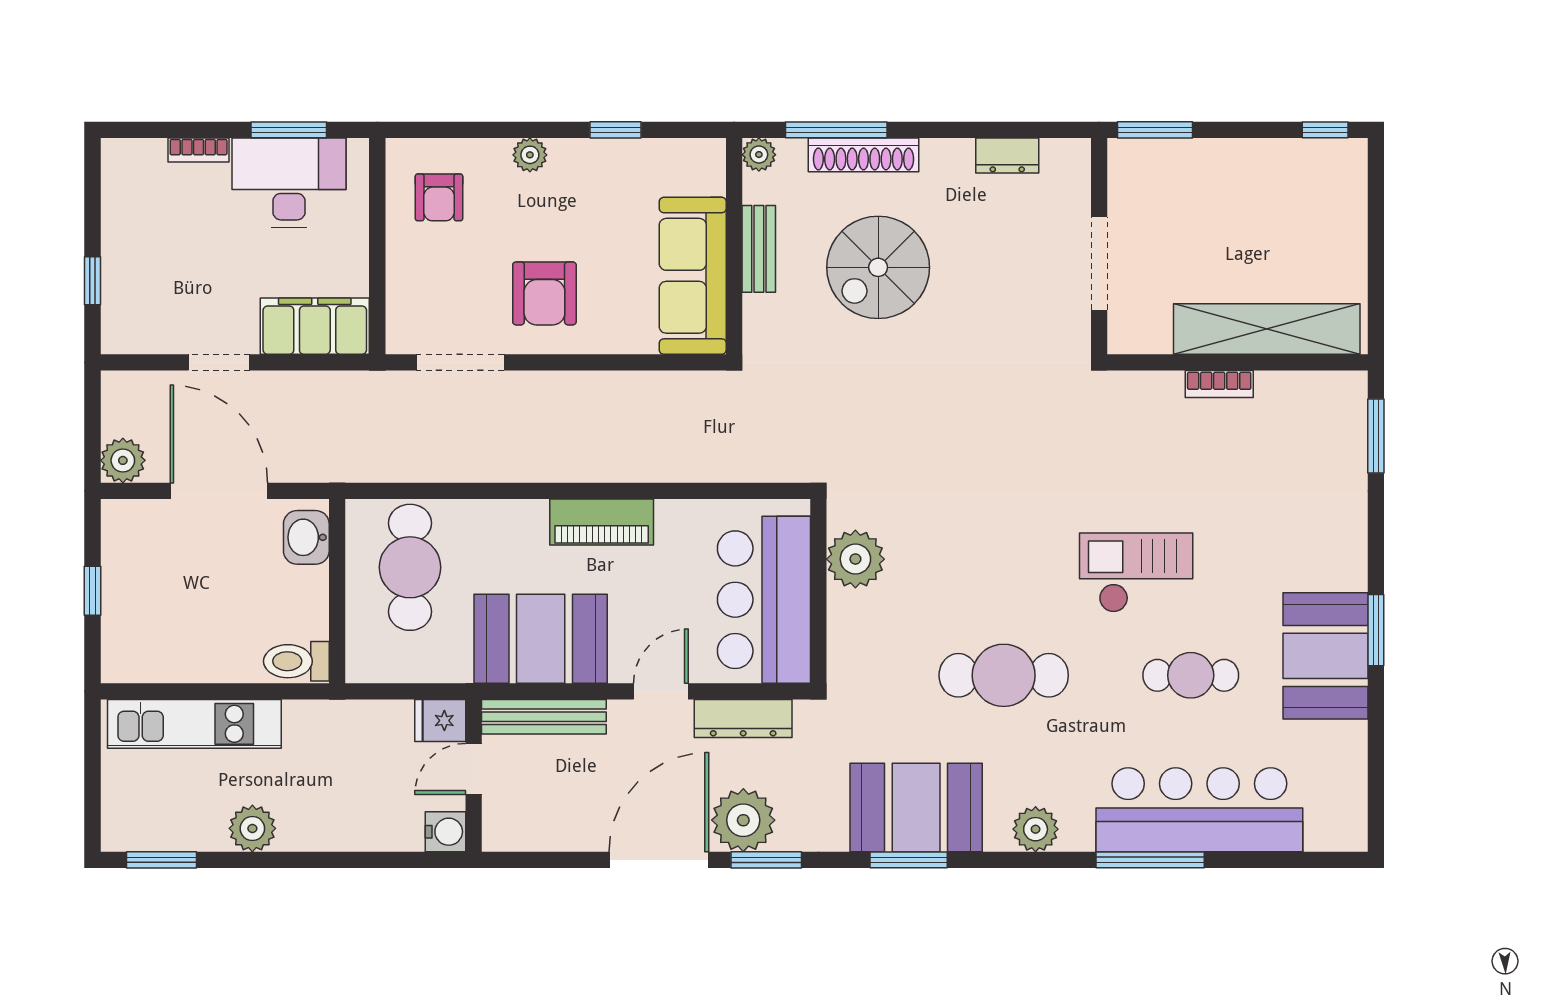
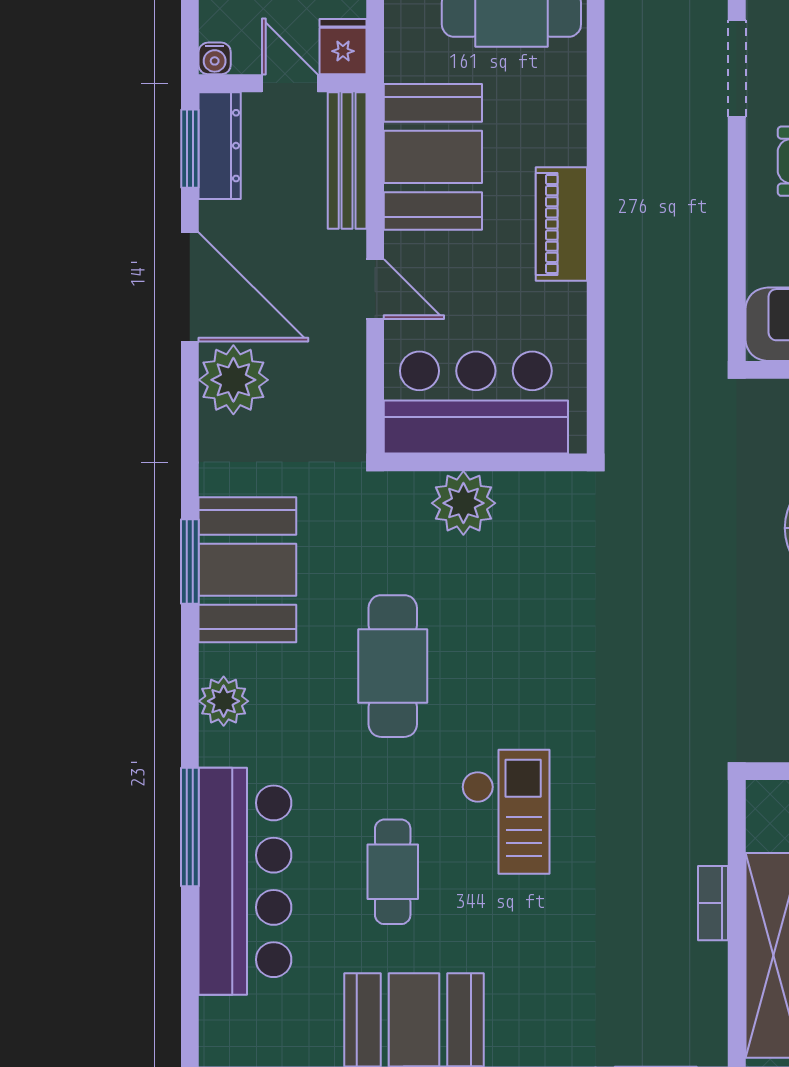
plant: (855, 559) -> (463, 503), moved
dresser: (743, 718) -> (220, 146), moved, turned 180
water cooler: (445, 832) -> (215, 58), width x0.72, depth x0.72
window: (766, 860) -> (190, 149), moved

